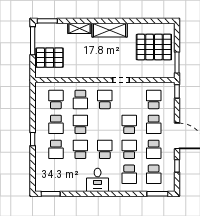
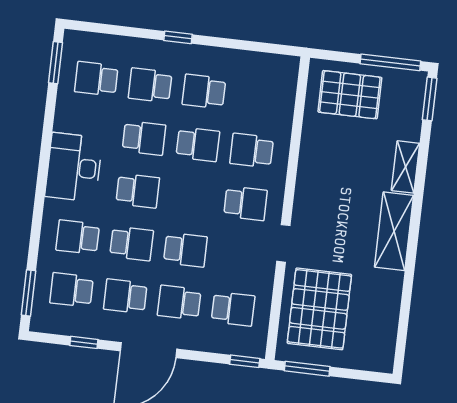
pallet: (154, 47) -> (319, 309), moved
pallet: (50, 58) -> (350, 95), turned 90
school desk: (56, 99) -> (96, 79), moved, turned 180
desk: (98, 180) -> (74, 167), width x1.37

